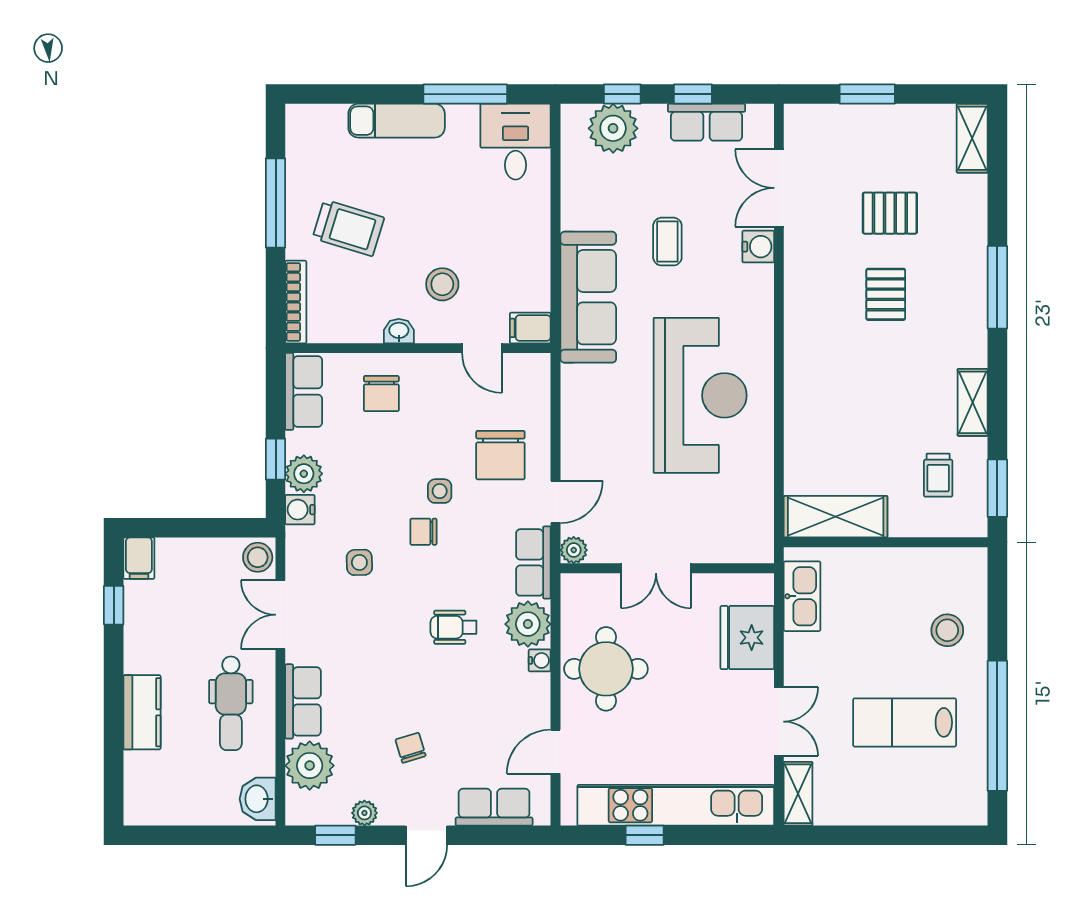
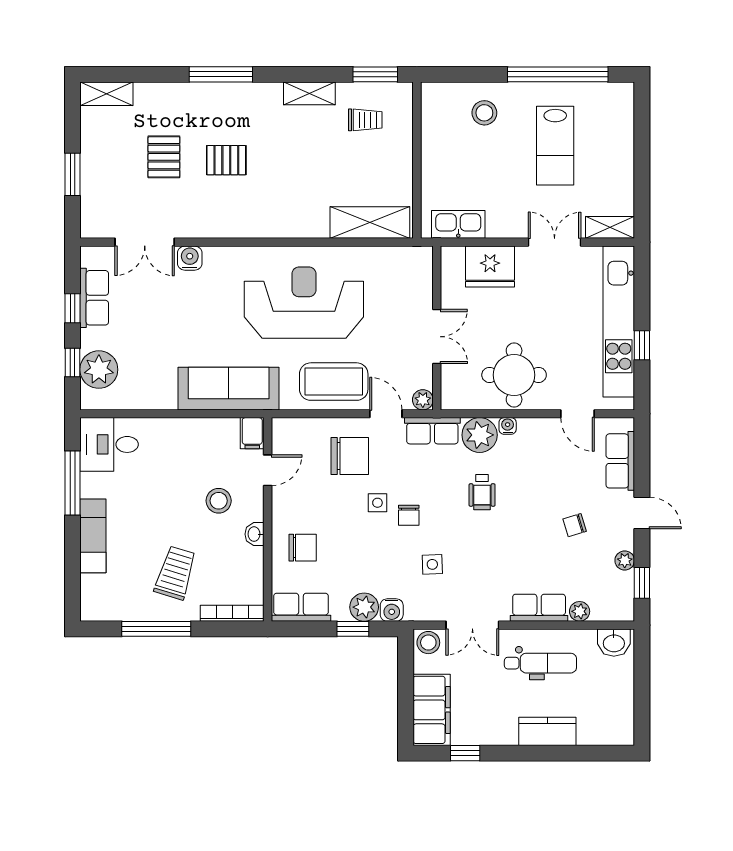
coffee table: (667, 242) -> (334, 382), moved, width x1.86, depth x1.72
shelving: (836, 517) -> (370, 223), moved, turned 90
filing cabinet: (139, 558) -> (432, 710), width x3.00, depth x1.17
plant: (310, 766) -> (580, 611), width x0.53, depth x0.53

